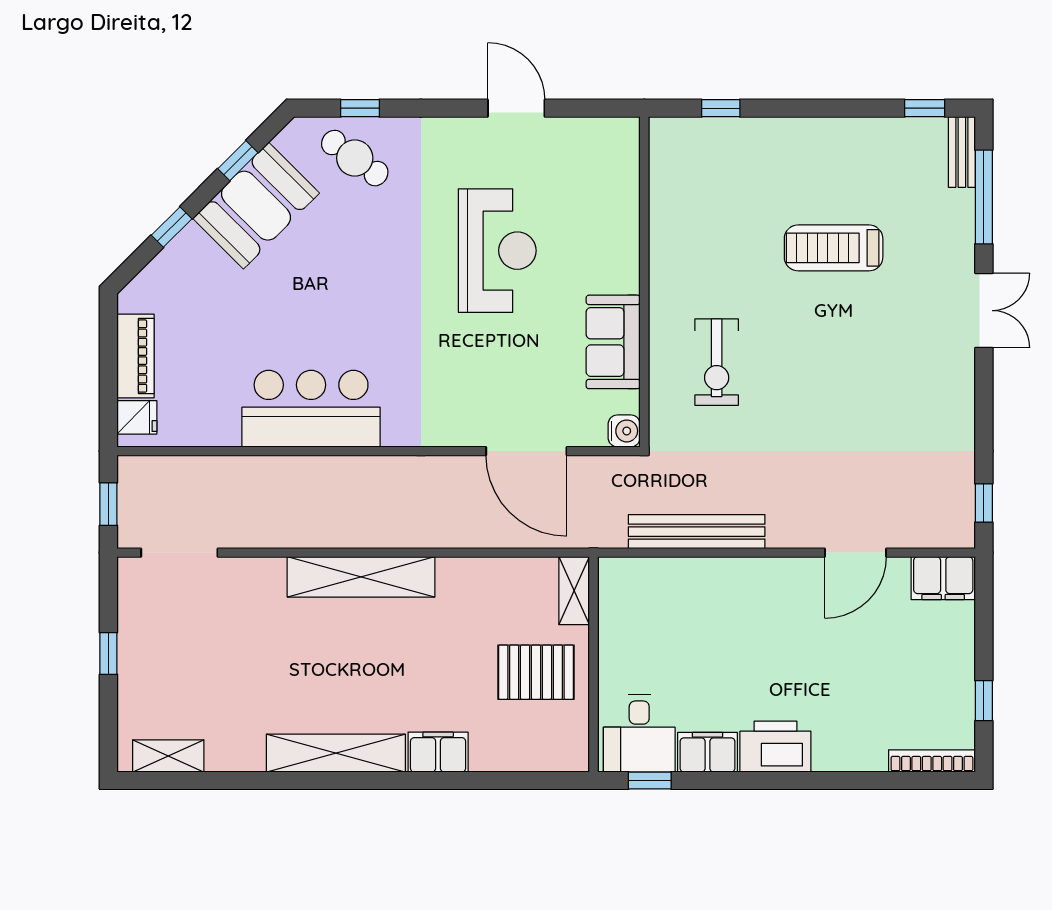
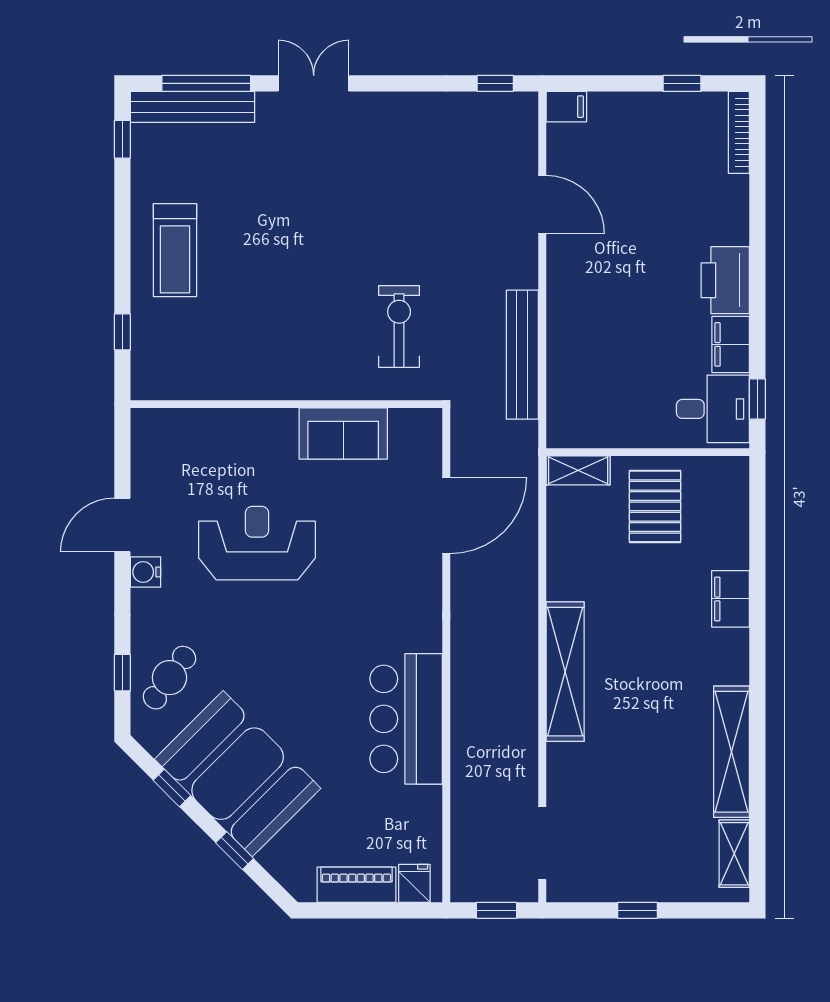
bench: (962, 152) -> (193, 107), width x1.86, depth x1.21
booth: (256, 206) -> (238, 774), width x1.36, depth x1.42
treadmill: (834, 248) -> (175, 250), moved
exercise bike: (717, 362) -> (399, 326), moved, turned -90
water cooler: (624, 431) -> (146, 572), moved, turned -90
filing cabinet: (943, 578) -> (566, 107), width x0.50
shelving: (336, 753) -> (731, 752), moved

